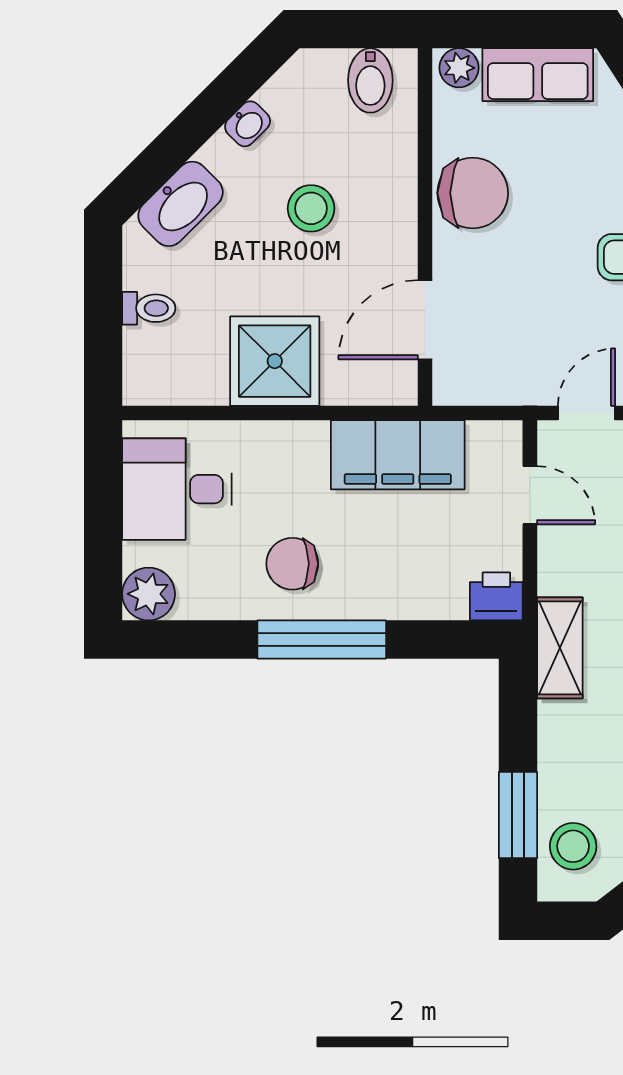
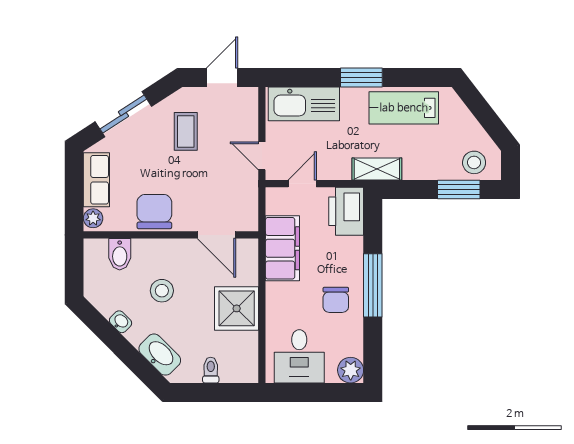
bidet: (370, 80) -> (120, 254), moved, turned 90
printer: (496, 596) -> (346, 211), width x1.87, depth x1.48

